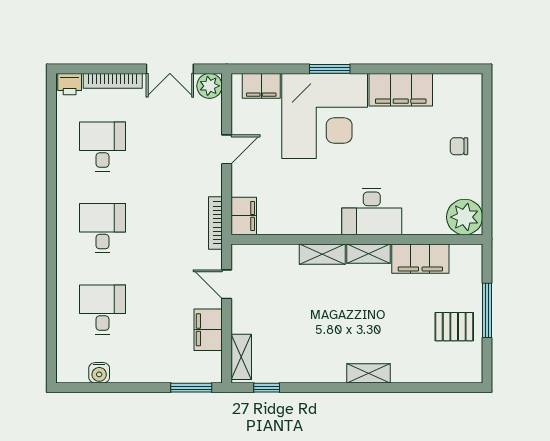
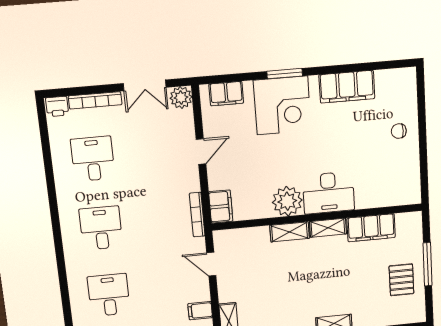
corner desk: (325, 116) -> (282, 105), width x0.74, depth x0.74
plant: (465, 217) -> (287, 201), moved
pallet: (454, 327) -> (401, 280), turned 90
filing cabinet: (208, 330) -> (200, 311), width x0.50

